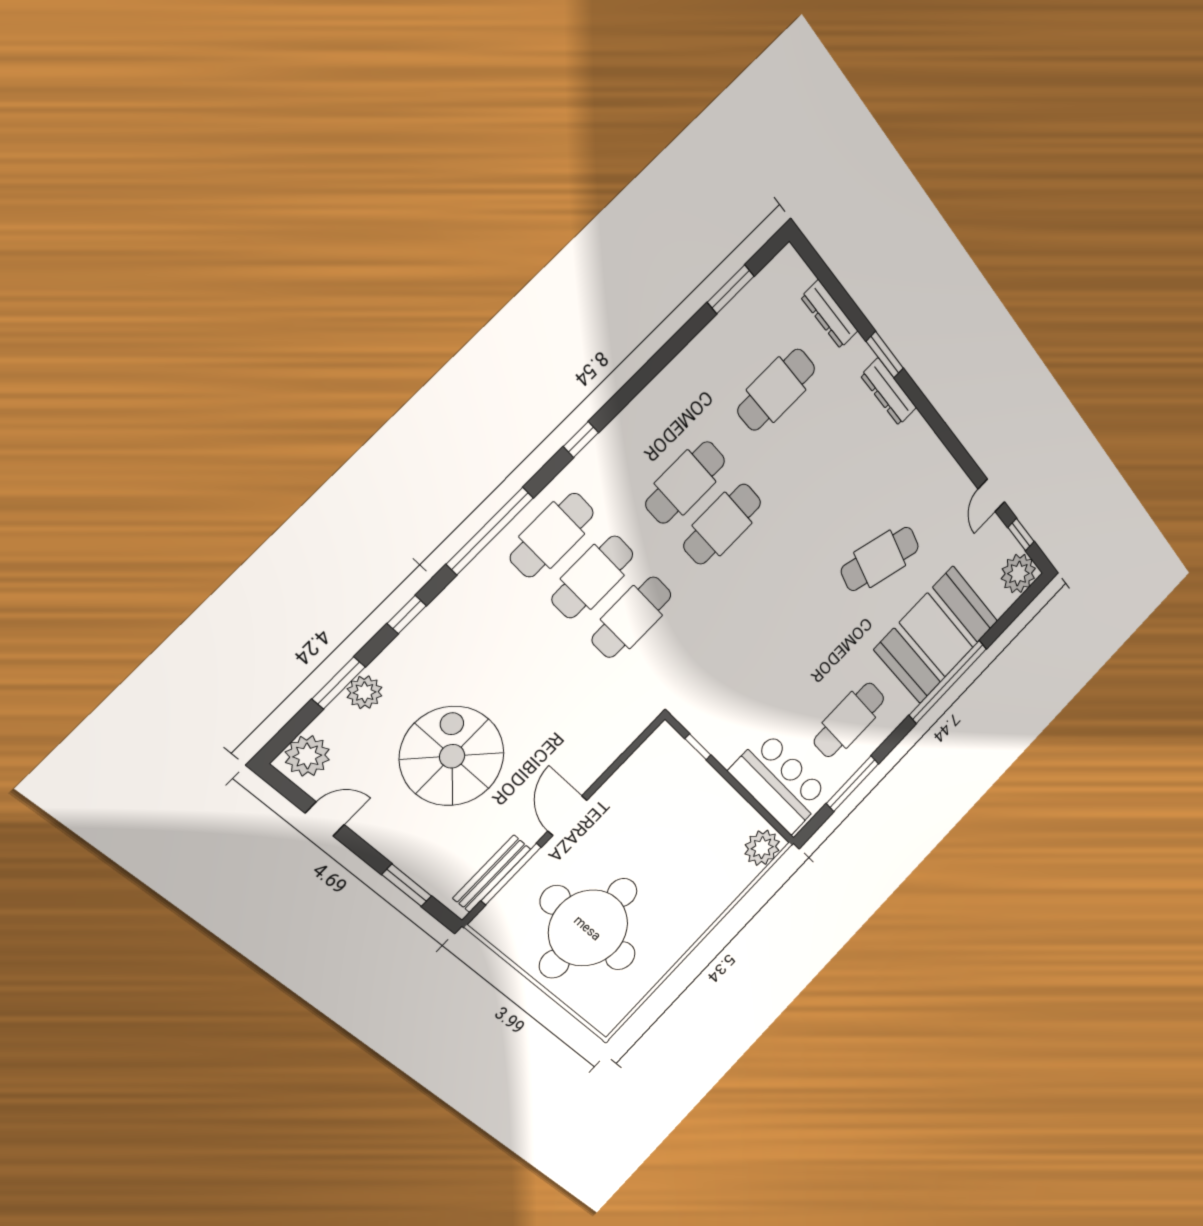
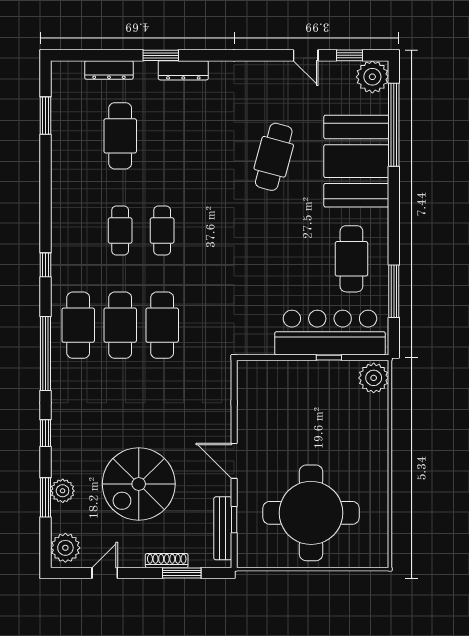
cafe table: (685, 483) -> (120, 231), width x0.73, depth x0.74
cafe table: (722, 524) -> (162, 231), width x0.73, depth x0.74
window: (948, 682) -> (394, 125), moved
window: (698, 747) -> (329, 358), moved
spiral stairs: (452, 756) -> (139, 484), turned -90
bar counter: (779, 783) -> (330, 333), width x1.36
shoe rack: (404, 860) -> (167, 561), added
window: (511, 874) -> (234, 520), width x0.46

